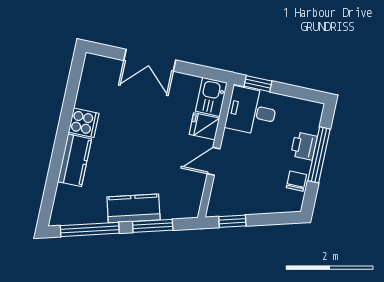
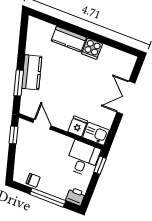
printer: (304, 146) -> (75, 197), moved
door: (214, 161) -> (42, 124), moved
window: (90, 229) -> (22, 42), removed

